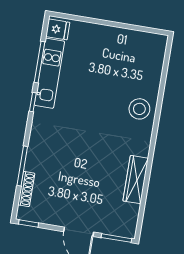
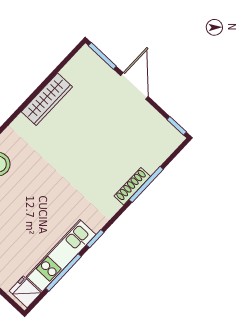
shoe rack: (26, 189) -> (132, 186), moved

